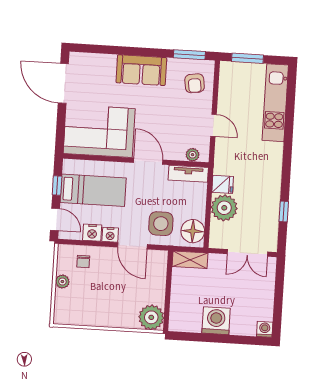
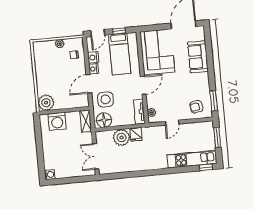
sofa: (141, 70) -> (198, 57), moved
window: (284, 212) -> (206, 167), moved
washing machine: (216, 321) -> (57, 121), moved, turned 90

